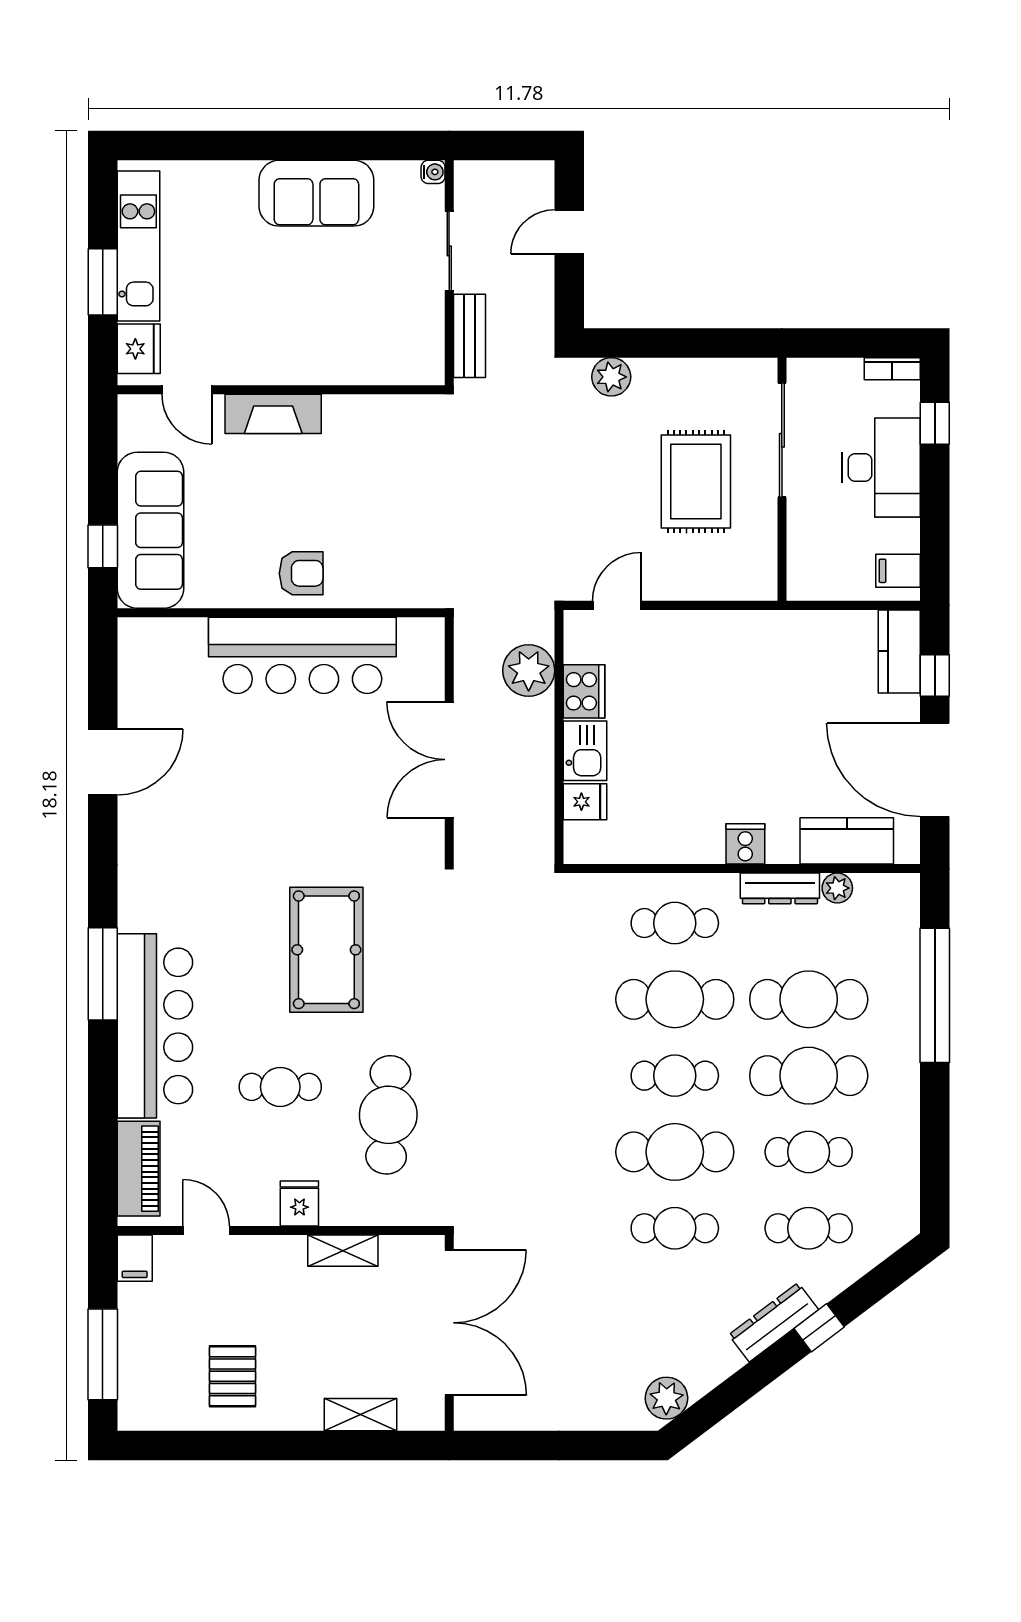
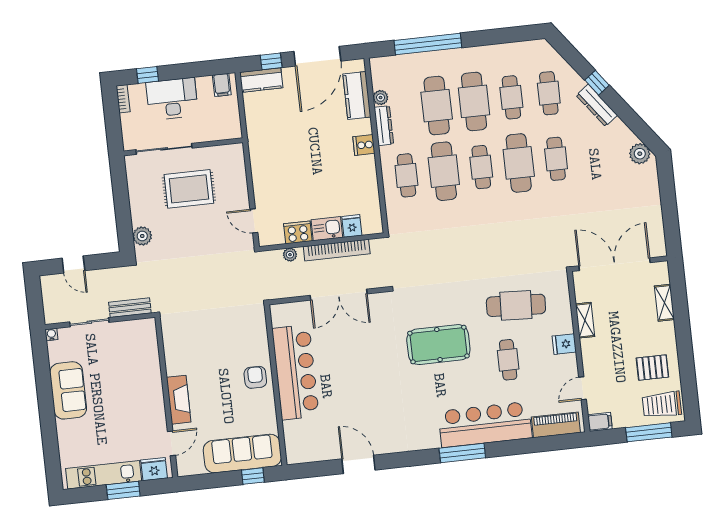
plant: (529, 670) -> (290, 255), width x0.53, depth x0.53
bookcase: (539, 766) -> (337, 250), added
trolley: (156, 1387) -> (662, 405), added

